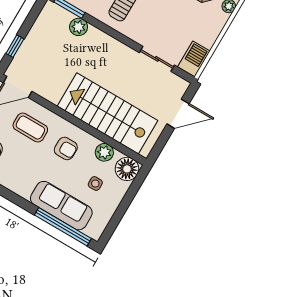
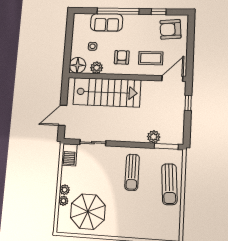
plant: (221, 19) -> (65, 190), added
armchair: (66, 148) -> (122, 57), turned 90
sofa: (61, 206) -> (107, 22), width x0.73
window: (63, 227) -> (118, 11), moved

